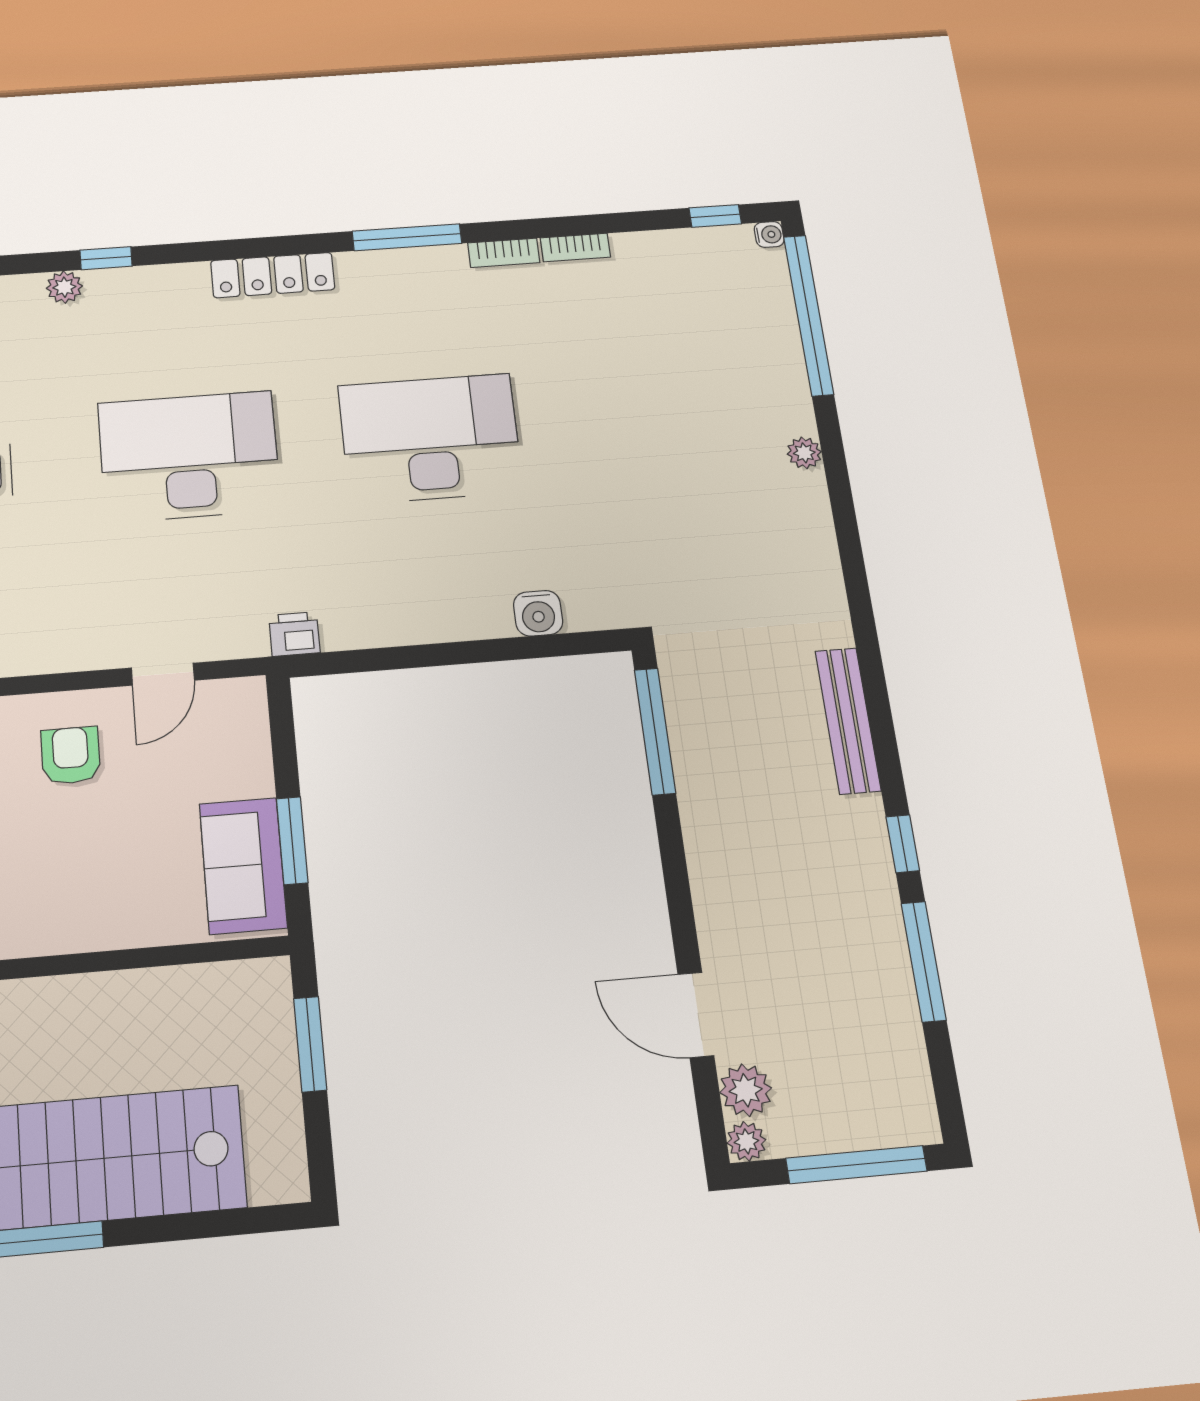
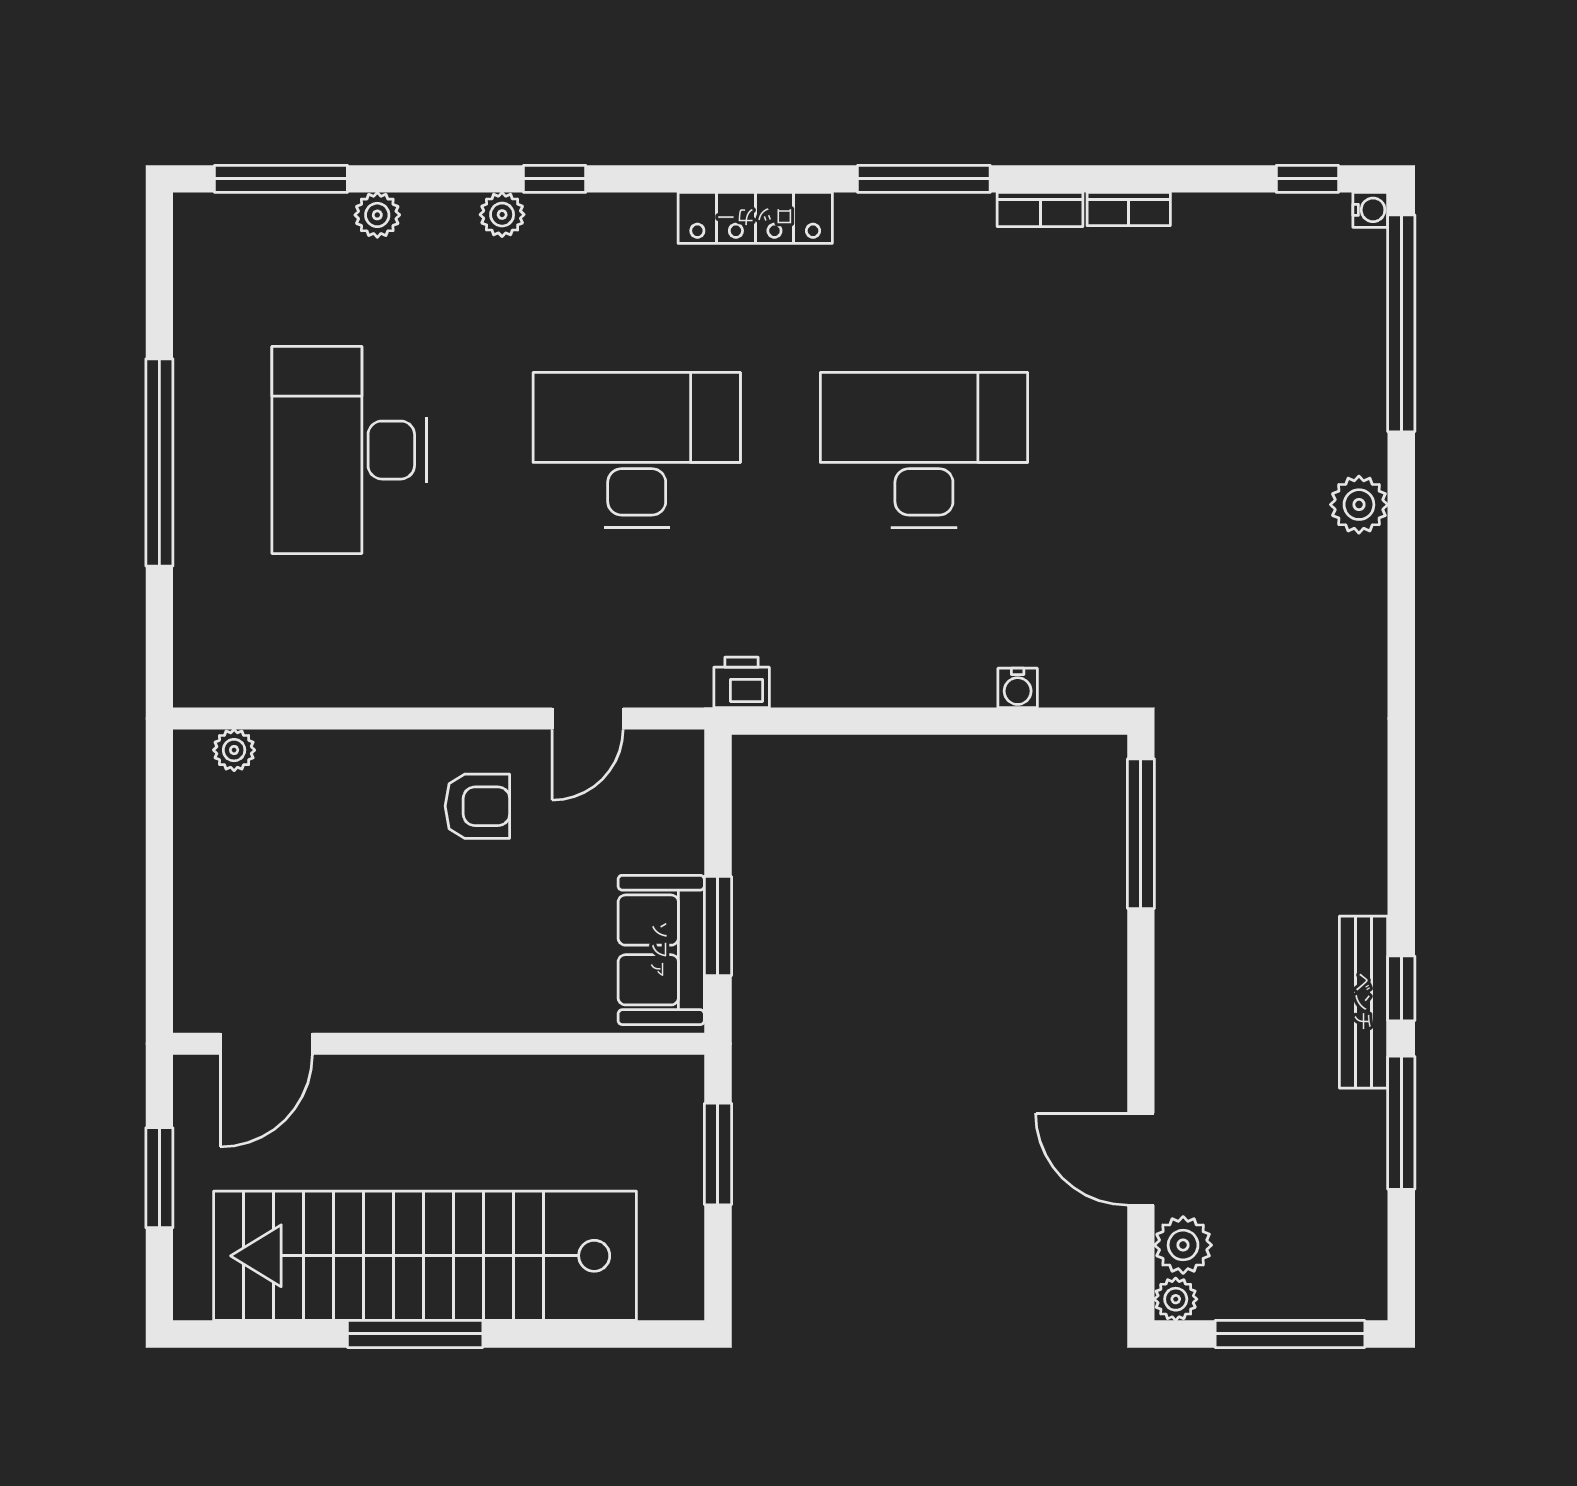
plant: (804, 453) -> (1359, 505), width x1.38, depth x1.38
water cooler: (538, 613) -> (1018, 688), width x0.72, depth x0.72
bench: (848, 721) -> (1364, 1002), moved
armchair: (71, 755) -> (477, 806), turned 90

